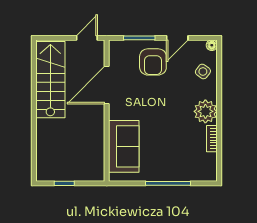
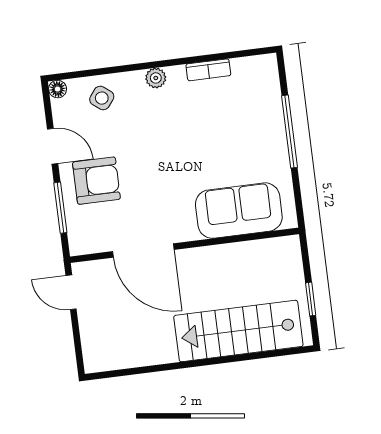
stairs: (50, 80) -> (238, 331), moved
plant: (205, 111) -> (156, 78), width x0.53, depth x0.53

